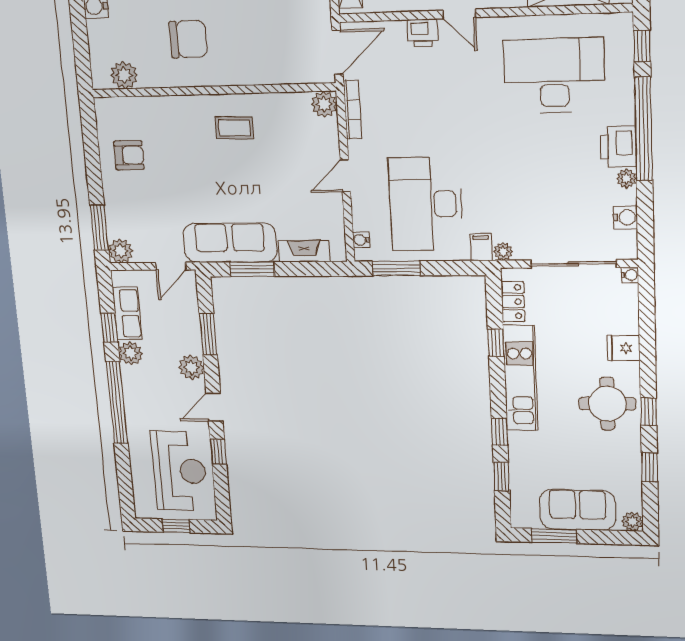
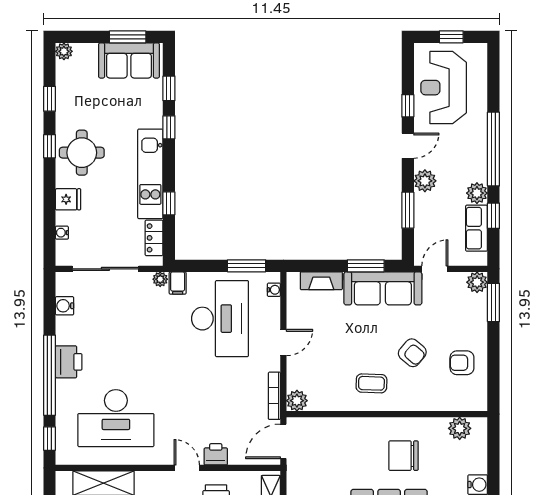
armchair: (189, 166) -> (412, 353), added
plant: (627, 178) -> (63, 337), removed
water cooler: (630, 275) -> (62, 233), moved
sofa: (578, 510) -> (129, 60), moved

